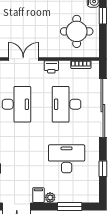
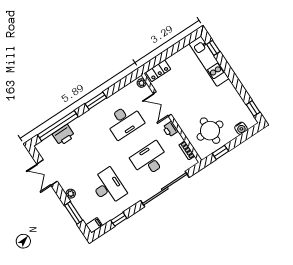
window: (103, 16) -> (220, 152), moved
double door: (23, 59) -> (162, 104), swing flipped
filing cabinet: (38, 195) -> (94, 225), moved

